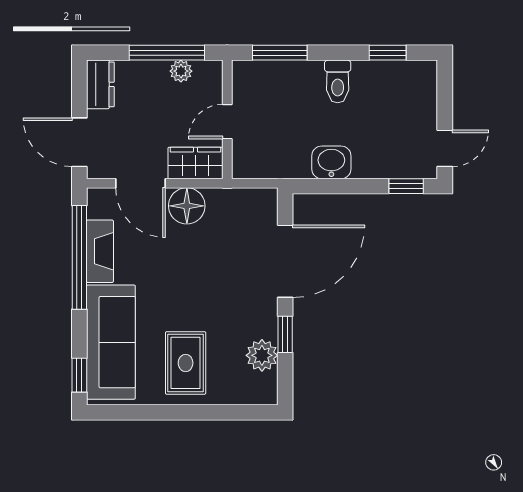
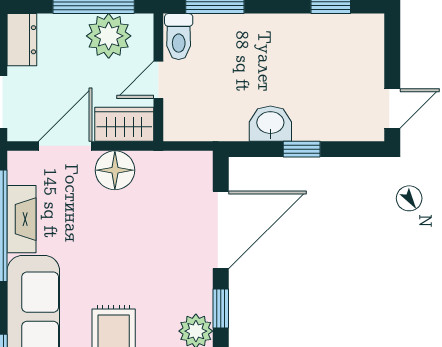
plant: (181, 71) -> (109, 36), width x1.87, depth x1.87
toilet: (338, 81) -> (179, 37), moved
door: (140, 183) -> (65, 146), swing flipped
window: (406, 186) -> (302, 149), moved

